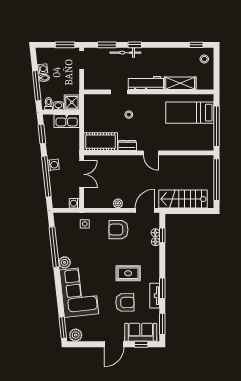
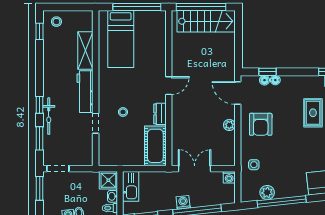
stairs: (183, 199) -> (206, 21), moved, turned -90
plant: (65, 262) -> (267, 192), moved

